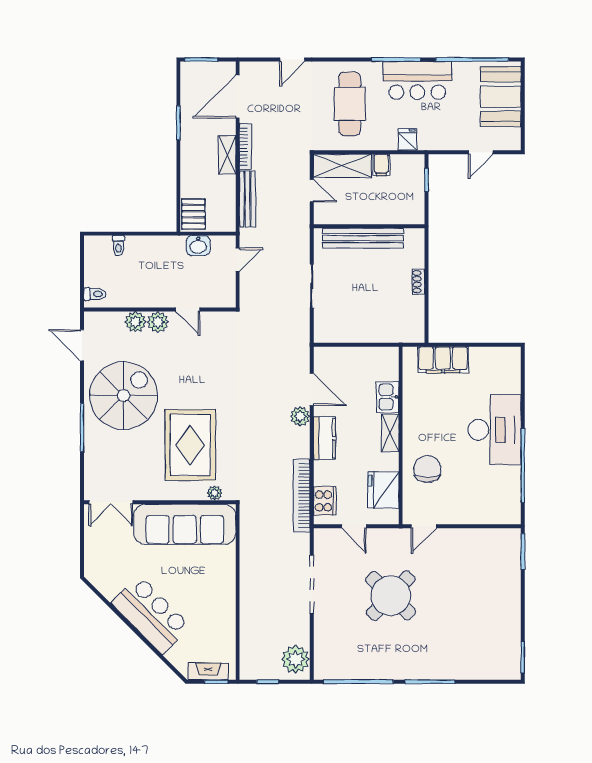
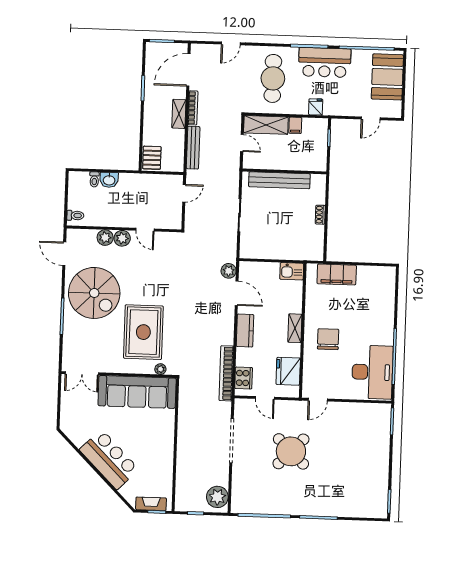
washbasin: (198, 246) -> (109, 180), moved
spiral stairs: (124, 396) -> (94, 293), turned 90
kitchen sink: (388, 397) -> (292, 271), moved, turned -90
plant: (300, 416) -> (229, 271), moved
desk: (495, 430) -> (372, 372), moved
chair: (427, 469) -> (328, 339), moved

